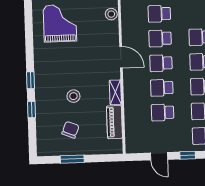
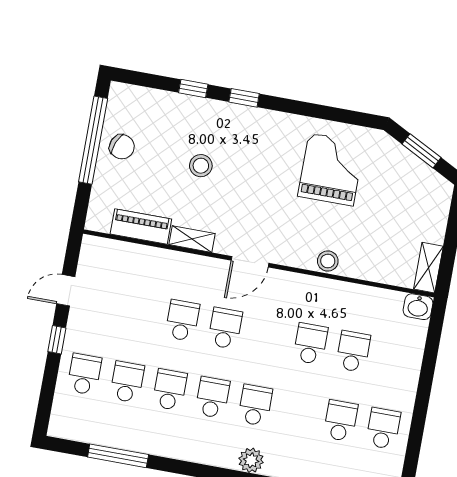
grand piano: (60, 23) -> (331, 169), turned -90
school desk: (160, 38) -> (268, 336), removed
school desk: (163, 112) -> (140, 313), removed
chair: (70, 130) -> (122, 147), moved
window: (72, 159) -> (93, 140), width x2.11

